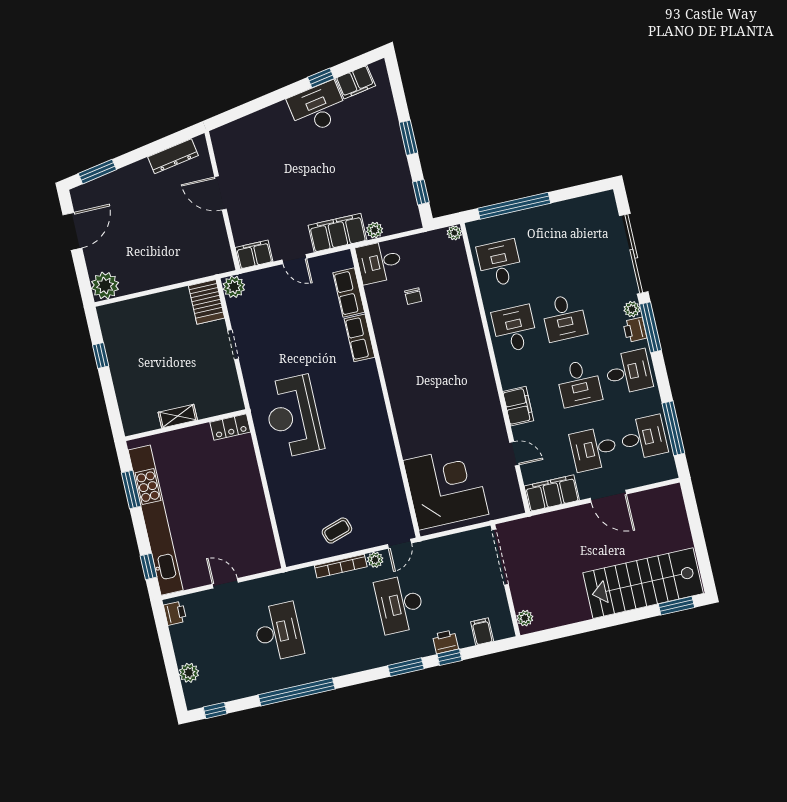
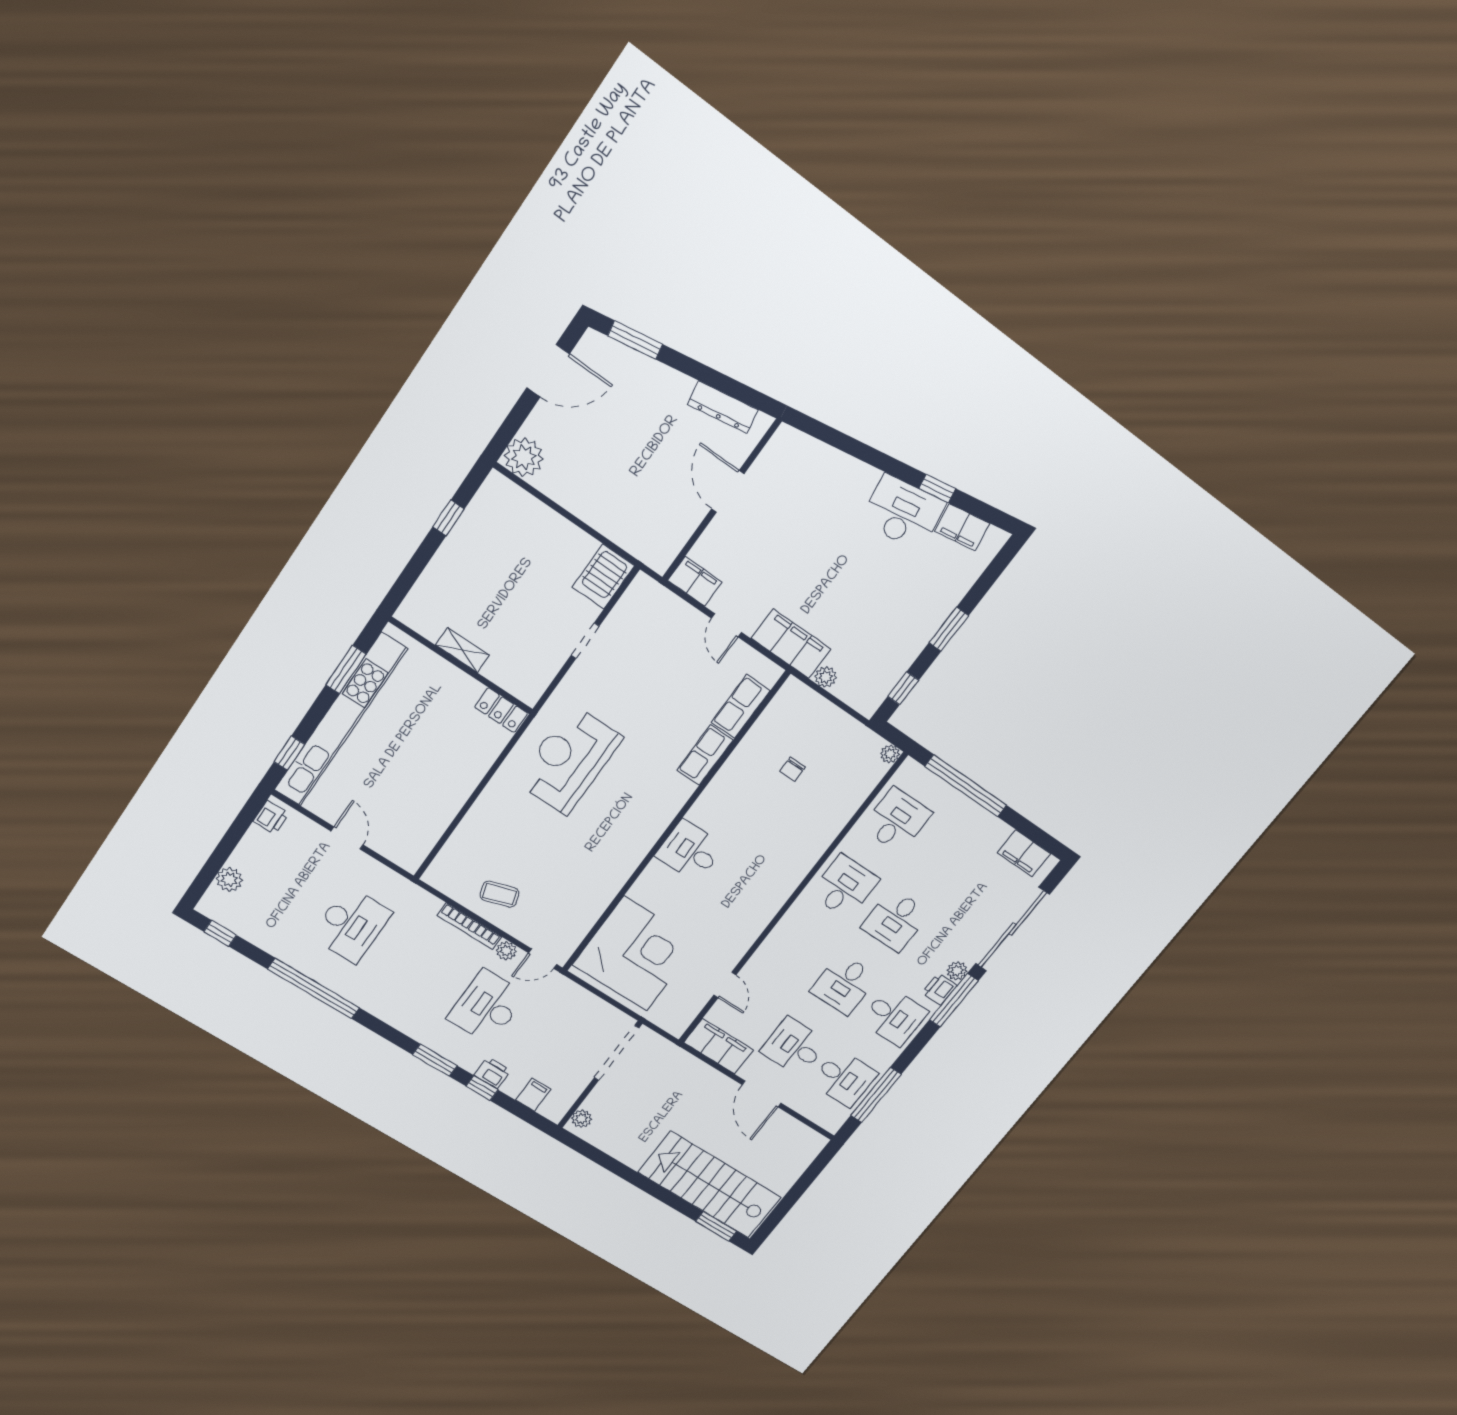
desk: (379, 262) -> (690, 851), moved
plant: (234, 287) -> (644, 590), removed
filing cabinet: (518, 406) -> (1024, 853), moved, turned 90

